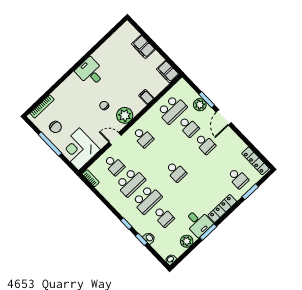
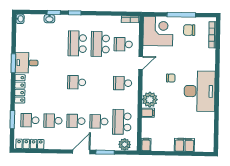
desk: (90, 72) -> (200, 91), width x1.87, depth x1.30
filing cabinet: (168, 72) -> (146, 145), width x0.50
plant: (200, 105) -> (125, 144), moved
plant: (125, 115) -> (150, 100), moved
door: (224, 117) -> (81, 152), hinge flipped
school desk: (163, 217) -> (53, 121), moved
plant: (187, 241) -> (22, 42), removed

